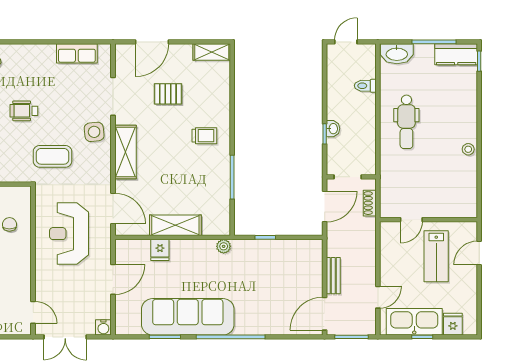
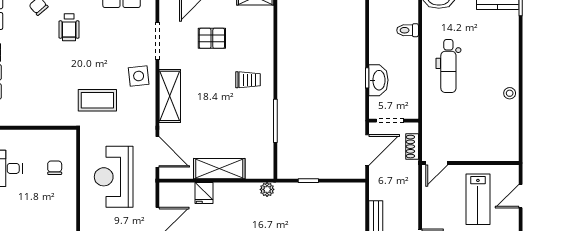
wheelchair: (24, 111) -> (69, 27), moved, turned -90
washbasin: (333, 129) -> (378, 80), width x1.91, depth x1.45
door: (411, 220) -> (437, 163), moved

